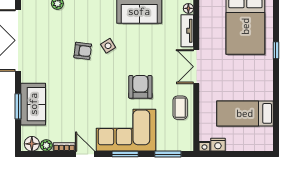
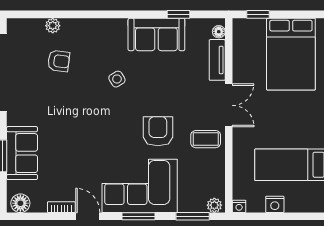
armchair: (83, 51) -> (59, 61), moved
double door: (196, 67) -> (229, 105), swing flipped
coffee table: (180, 108) -> (206, 139), moved, turned 90
plant: (46, 145) -> (214, 205), moved
nightstand: (218, 145) -> (275, 204), moved

